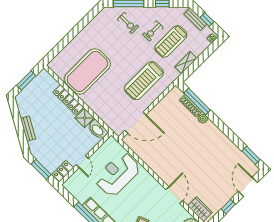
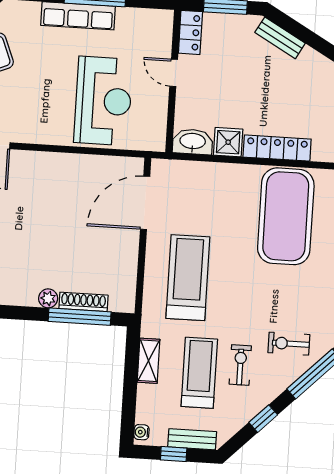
bench: (28, 129) -> (280, 38), moved

